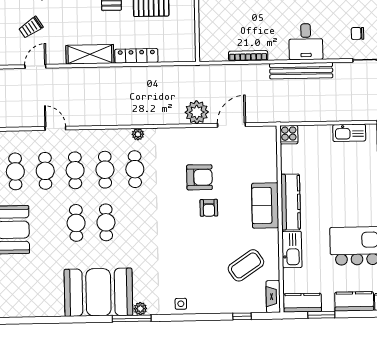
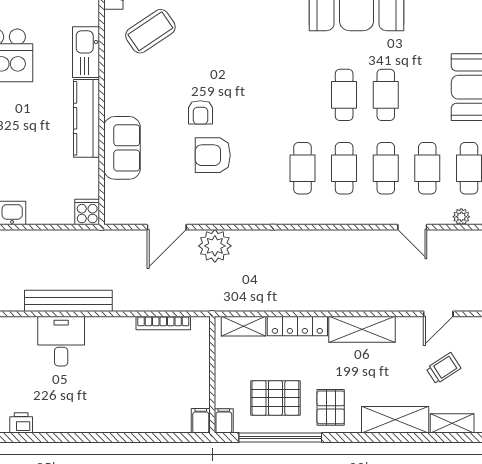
shelving: (175, 55) -> (244, 326), added
bookcase: (248, 56) -> (163, 323), moved
plant: (138, 134) -> (461, 217), moved
sofa: (265, 205) -> (122, 148), moved
armchair: (209, 208) -> (201, 112), turned 180

